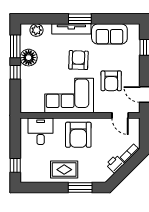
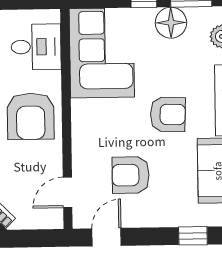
corner sofa: (69, 95) -> (102, 53), moved
armchair: (78, 135) -> (31, 116), turned -90

